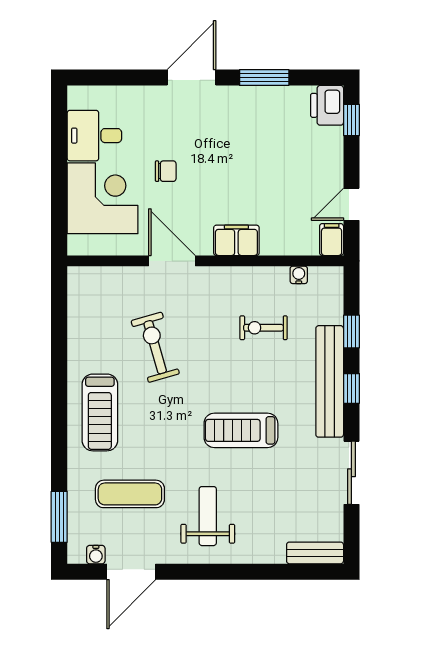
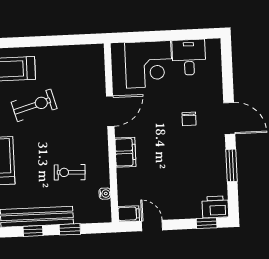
chair: (166, 171) -> (189, 119), moved
exercise bike: (264, 328) -> (70, 172), turned -88
exercise bike: (155, 347) -> (34, 105), moved

